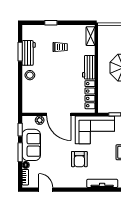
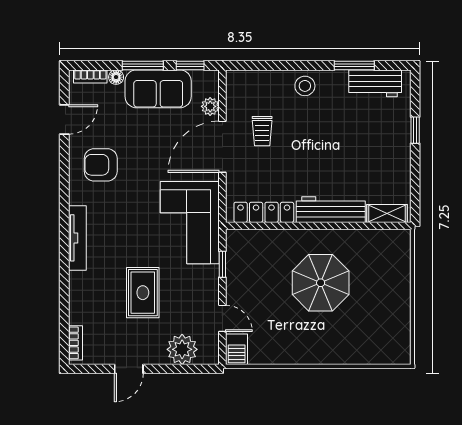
trolley: (60, 47) -> (262, 131), moved
workbench: (29, 53) -> (375, 83), moved
workbench: (89, 67) -> (331, 210), width x1.38
armchair: (79, 159) -> (101, 165), moved

